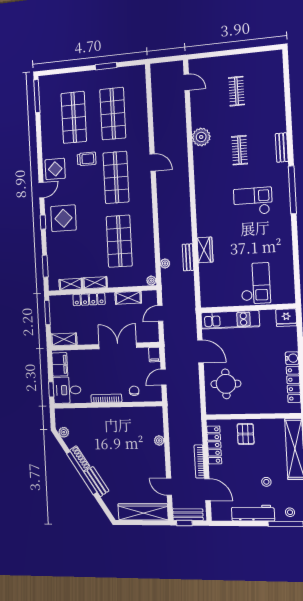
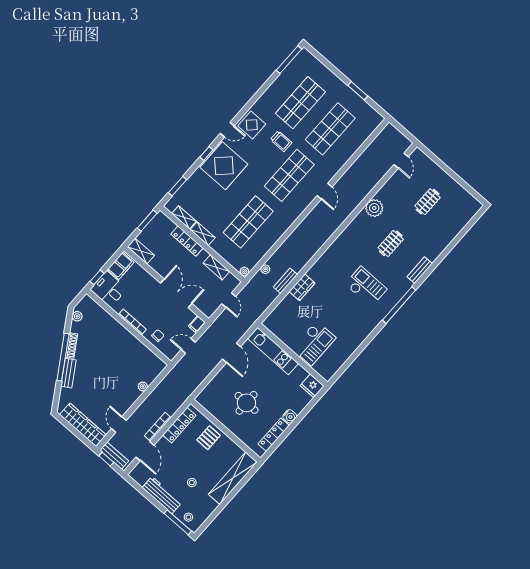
display table: (63, 218) -> (224, 166), width x1.36, depth x1.36
door: (160, 313) -> (229, 300), swing flipped
round table: (226, 384) -> (246, 403), moved

